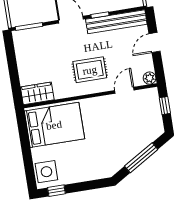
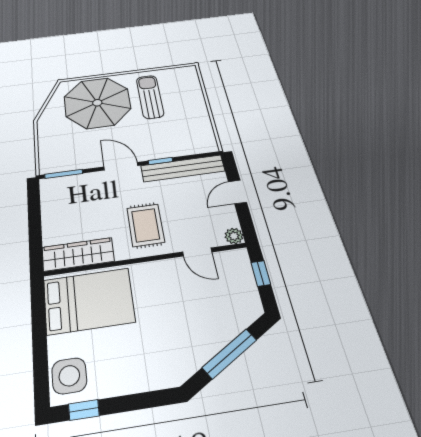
rug: (90, 70) -> (146, 225), turned 90
door: (124, 90) -> (197, 252), swing flipped
wardrobe: (37, 93) -> (78, 254), width x1.50

